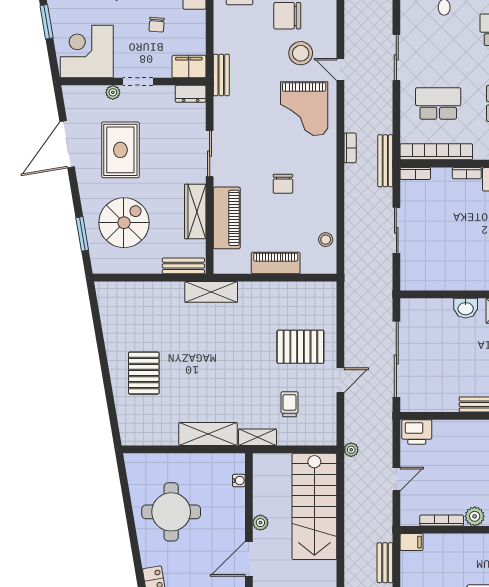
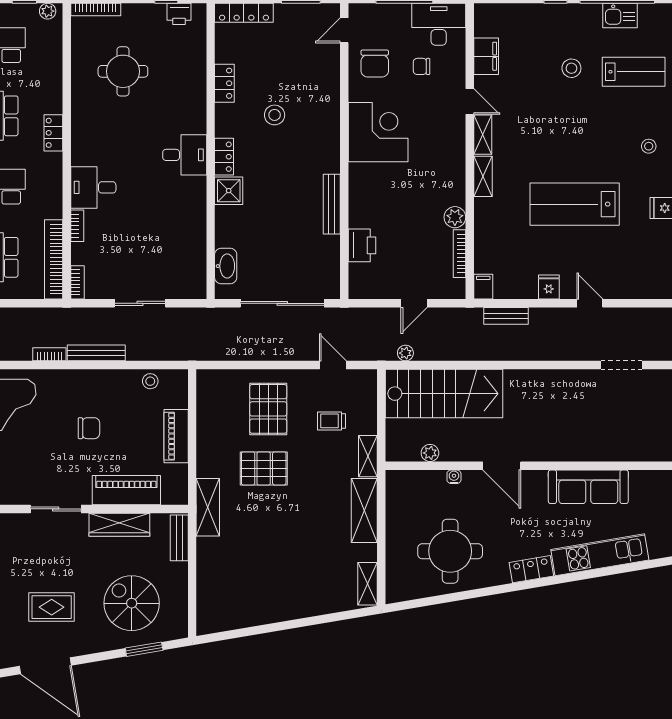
rug: (120, 150) -> (52, 607), width x0.73, depth x0.70
bench: (385, 161) -> (96, 353), moved
washbasin: (466, 308) -> (226, 266), moved, width x1.38
pallet: (144, 373) -> (264, 468), moved
door: (340, 380) -> (333, 365), moved
printer: (417, 432) -> (362, 245), moved
shelving: (142, 437) -> (368, 584), added
plant: (351, 450) -> (405, 353), moved
door: (396, 479) -> (414, 303), swing flipped
water cooler: (239, 481) -> (454, 477), moved
plant: (260, 523) -> (430, 453), moved

